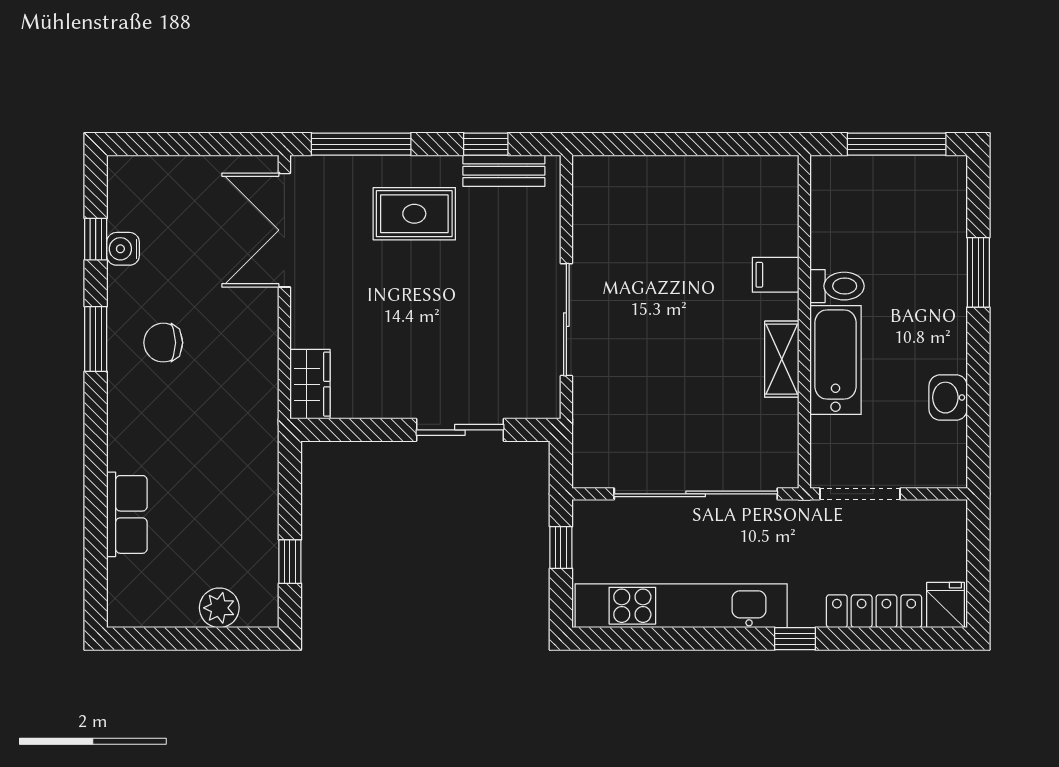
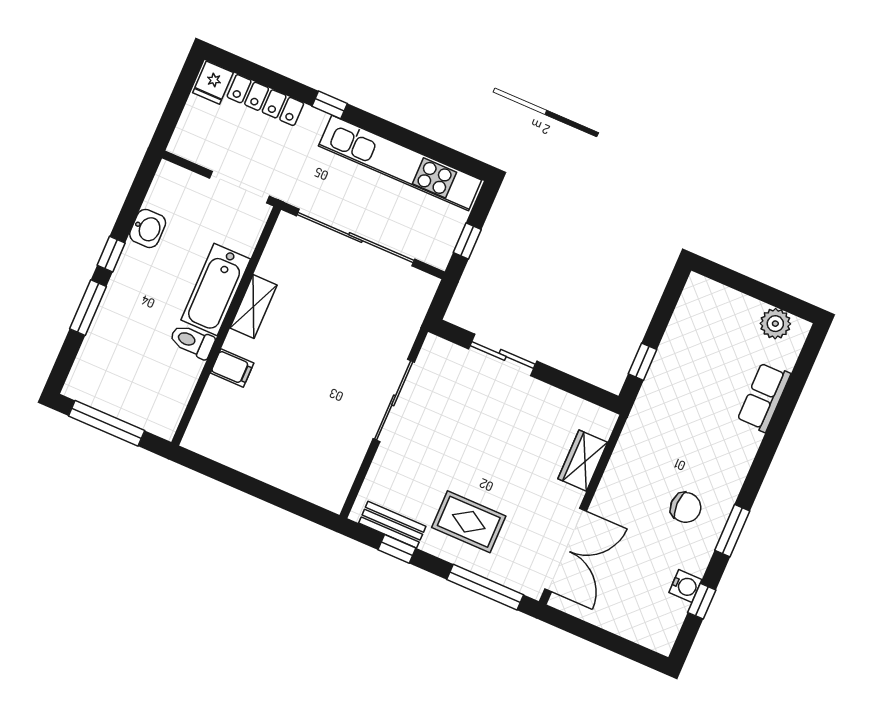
window: (978, 348) -> (111, 254), added
wardrobe: (310, 384) -> (583, 461), moved
window: (290, 562) -> (642, 362), moved
plant: (219, 608) -> (775, 324), moved

